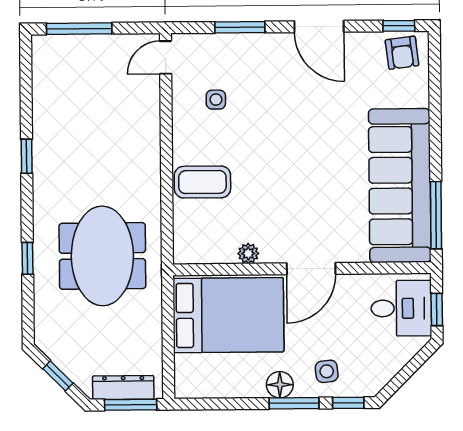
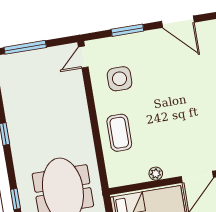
side table: (216, 100) -> (120, 79), width x1.87, depth x1.87
coffee table: (202, 182) -> (119, 133), turned 90

